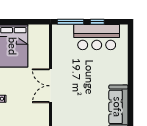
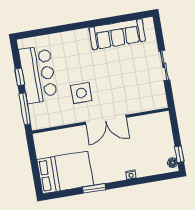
side table: (76, 70) -> (81, 93), added

